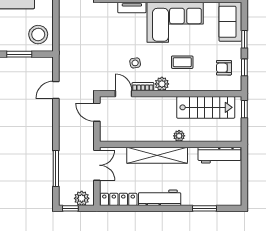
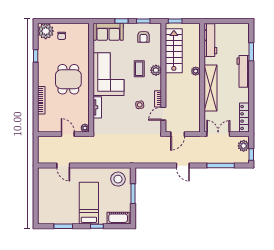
plant: (162, 84) -> (156, 70), moved
door: (56, 90) -> (183, 166), moved
workbench: (160, 198) -> (243, 71), moved

